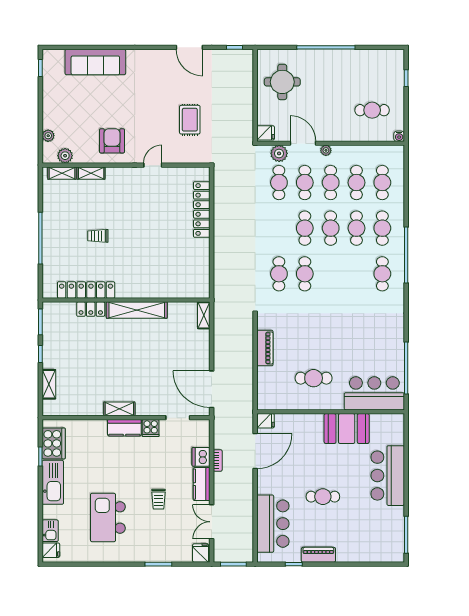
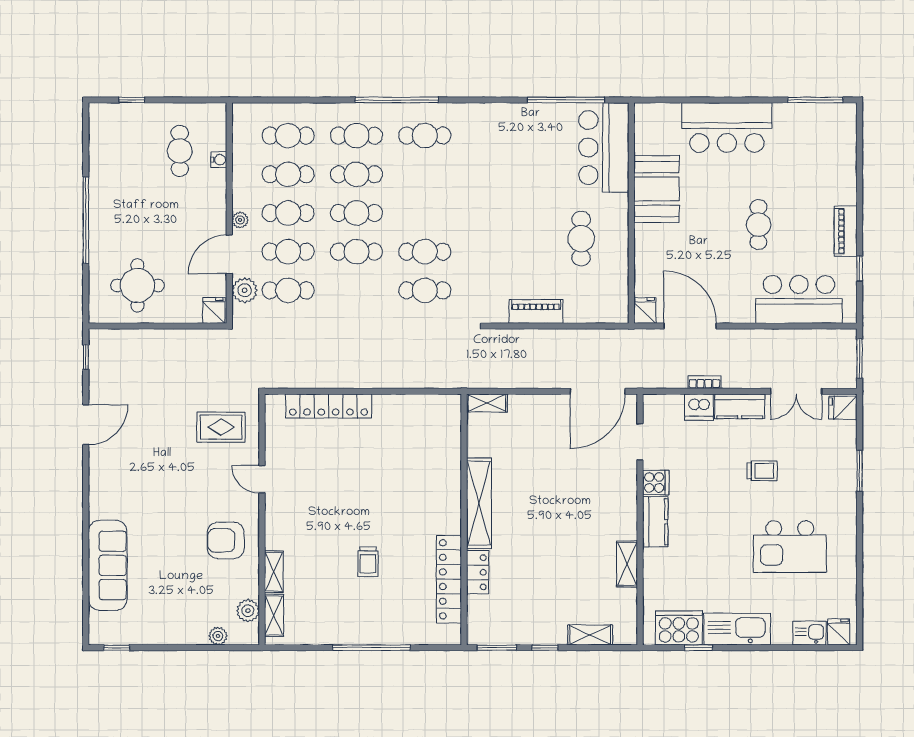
rug: (190, 120) -> (221, 427), moved
water cooler: (399, 136) -> (219, 160), moved
shelving: (119, 409) -> (627, 564), moved

